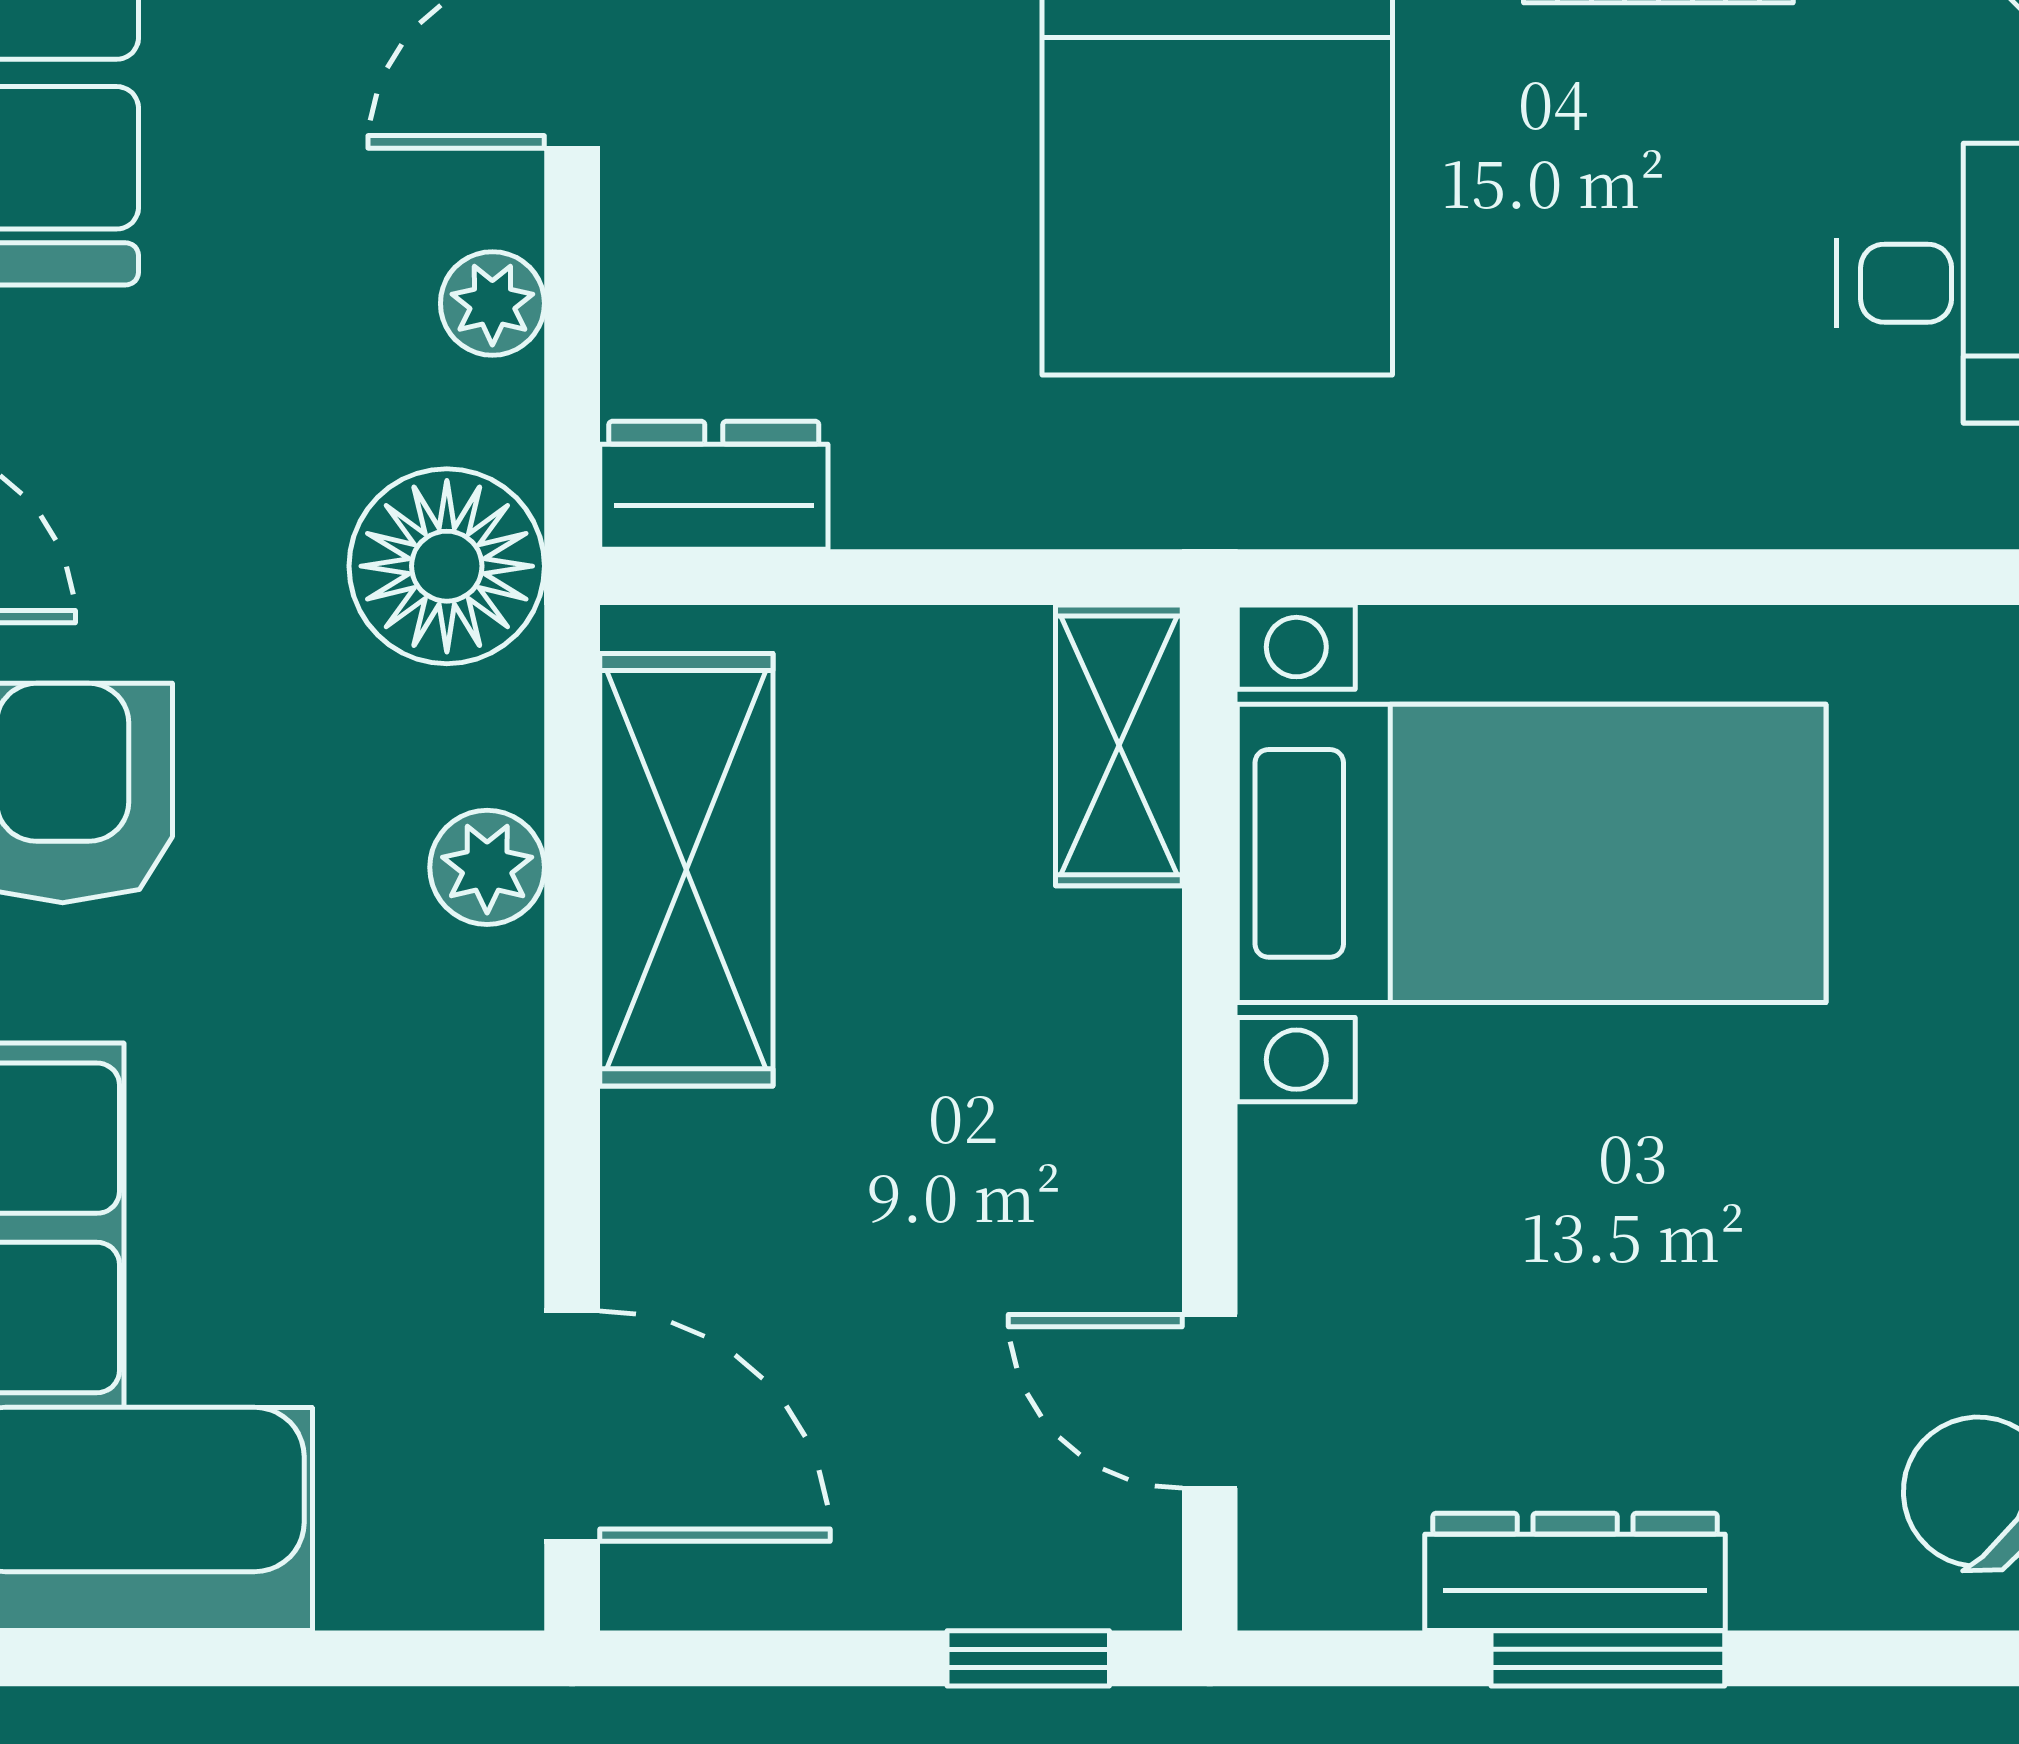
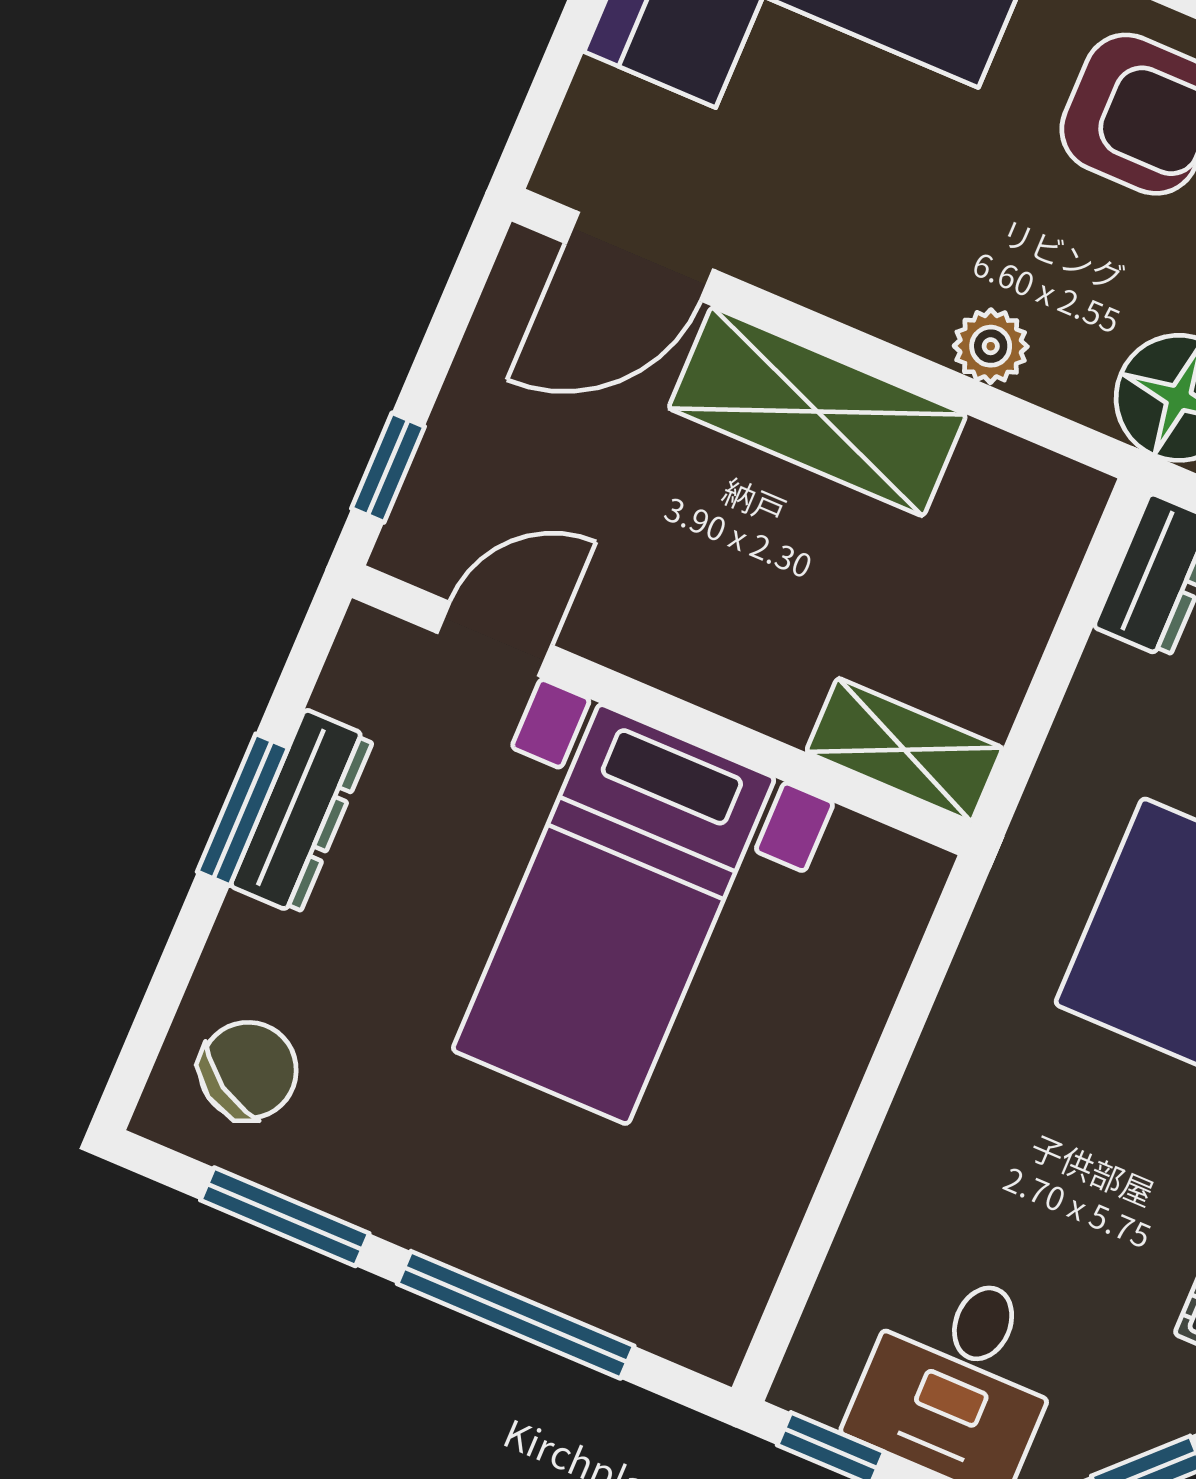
bed with nightstands: (1532, 853) -> (614, 914), moved
shelving: (686, 870) -> (817, 411), moved

